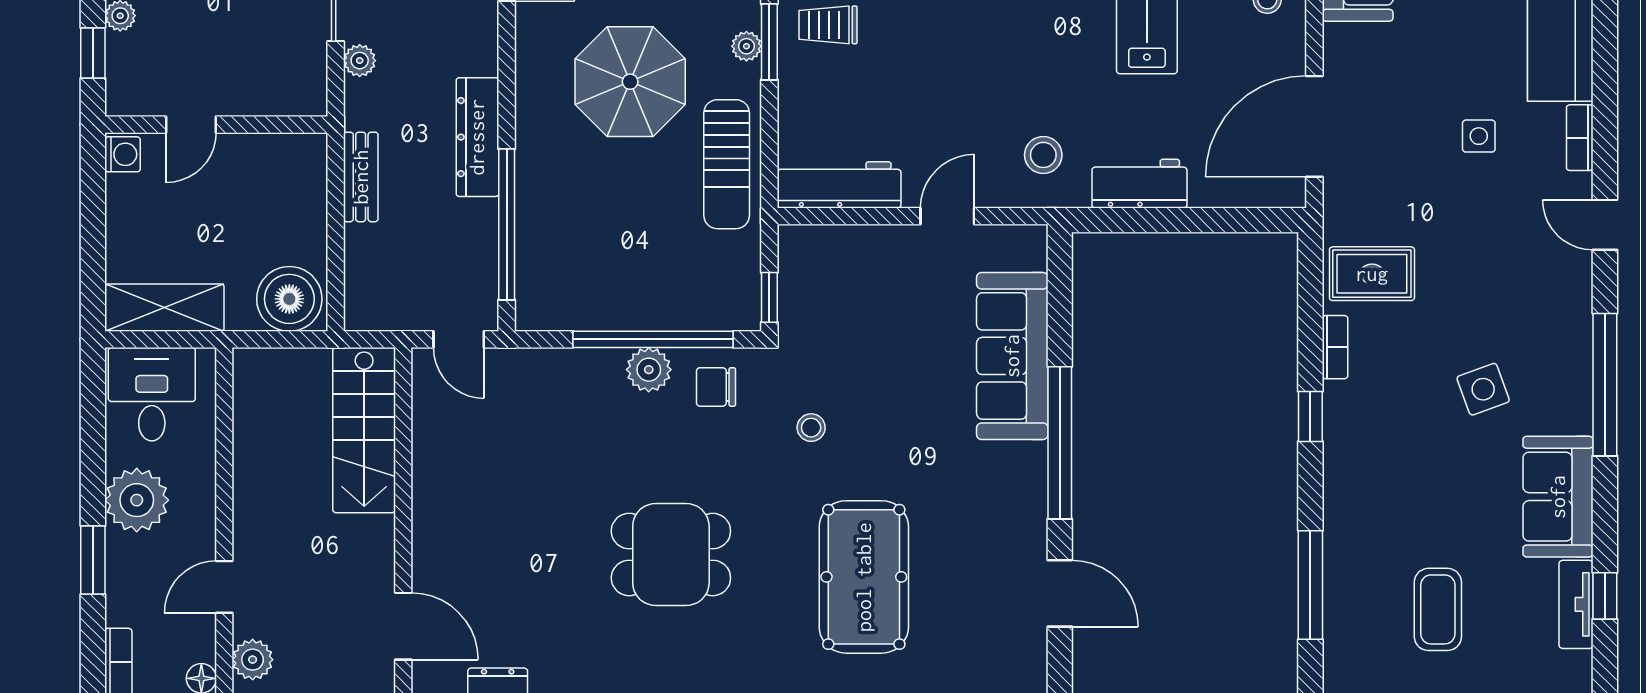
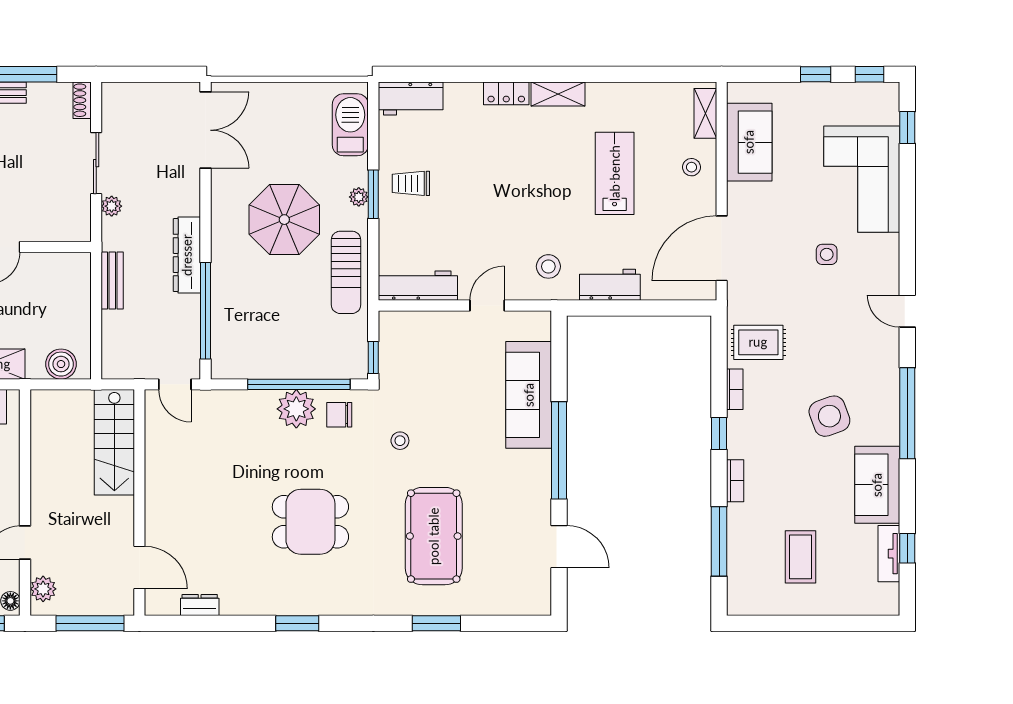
bookcase: (1580, 138) -> (735, 481), moved, turned 180
boiler: (289, 299) -> (61, 364), width x0.73, depth x0.73
plant: (649, 370) -> (296, 409), width x1.36, depth x1.36
side table: (1483, 389) -> (829, 416), width x1.37, depth x1.37

